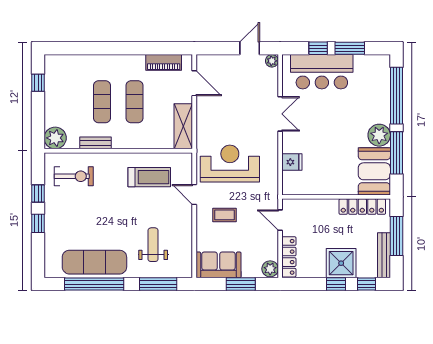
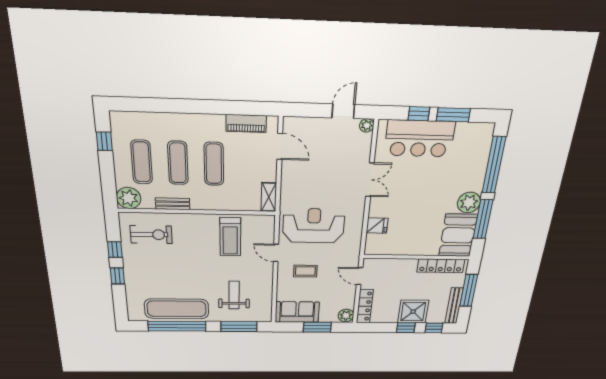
exercise mat: (69, 102) -> (142, 162), added
shelving: (183, 126) -> (269, 197), width x0.67, depth x0.75
treadmill: (149, 177) -> (230, 237), turned 90

